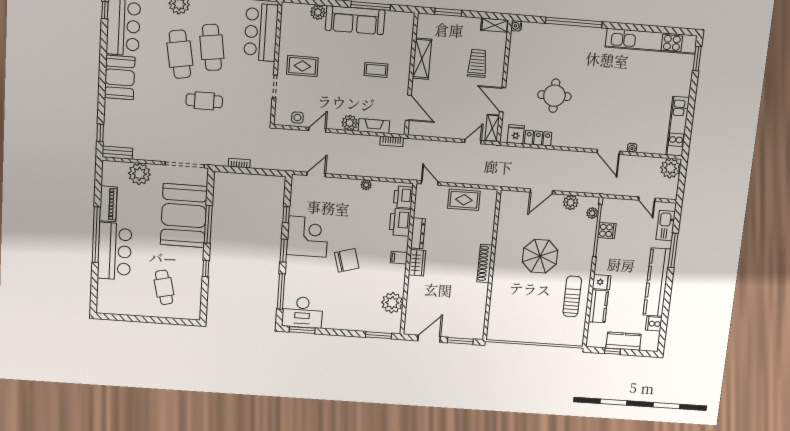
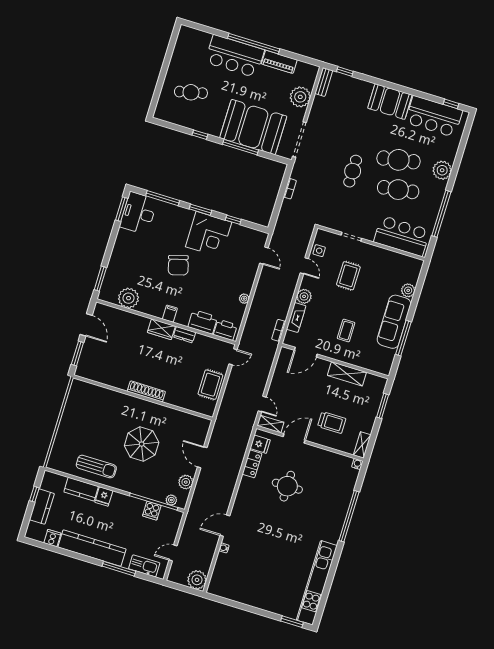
rug: (302, 66) -> (348, 276), moved
kitchen unit: (678, 126) -> (234, 593), removed
dresser: (418, 233) -> (184, 335), width x0.70

